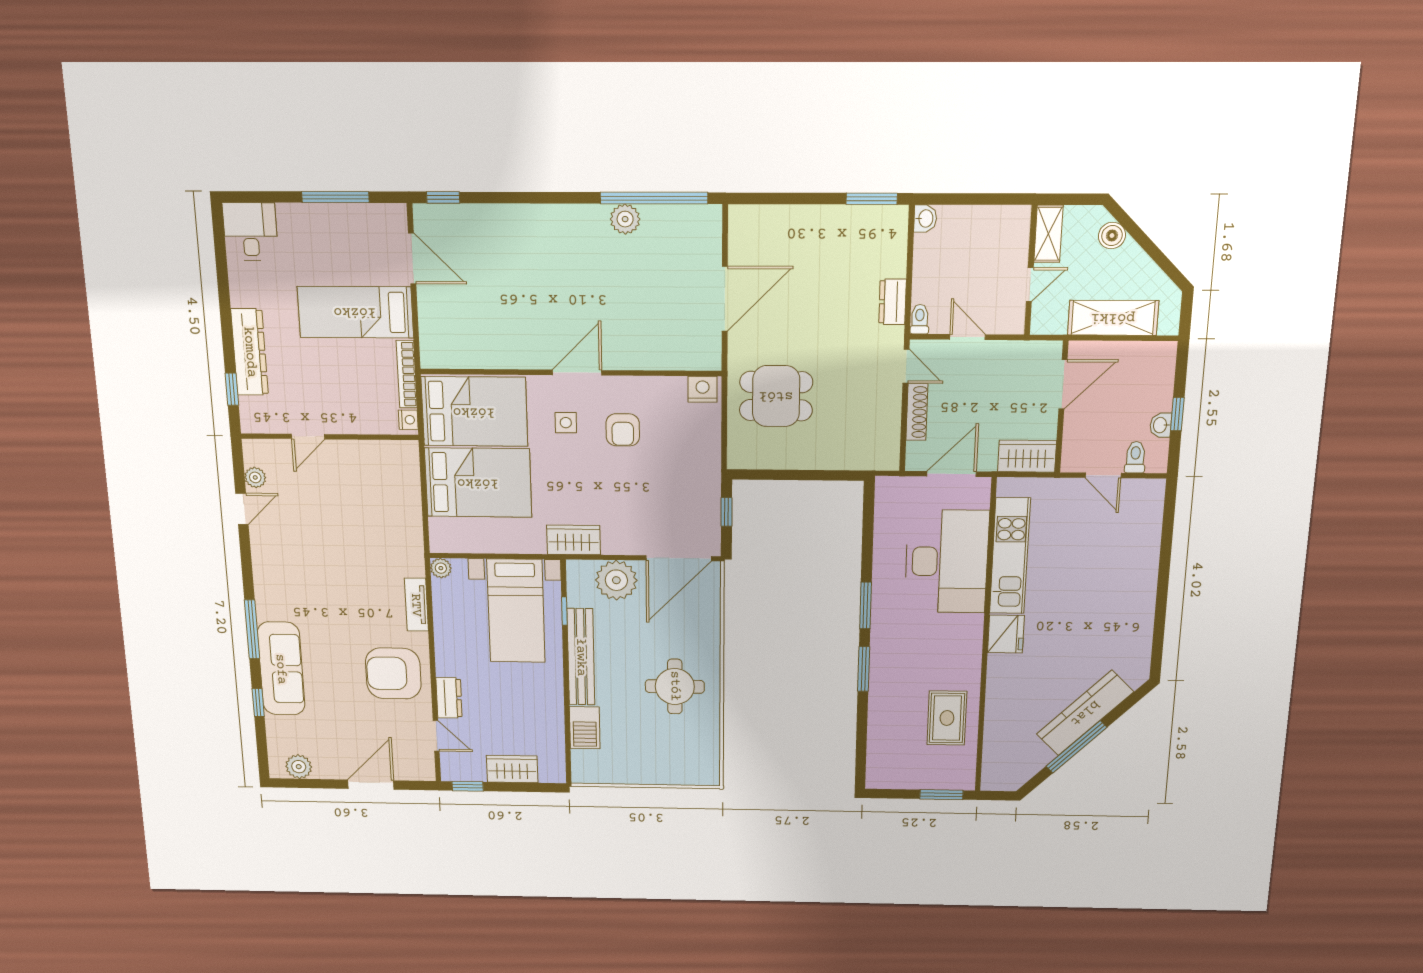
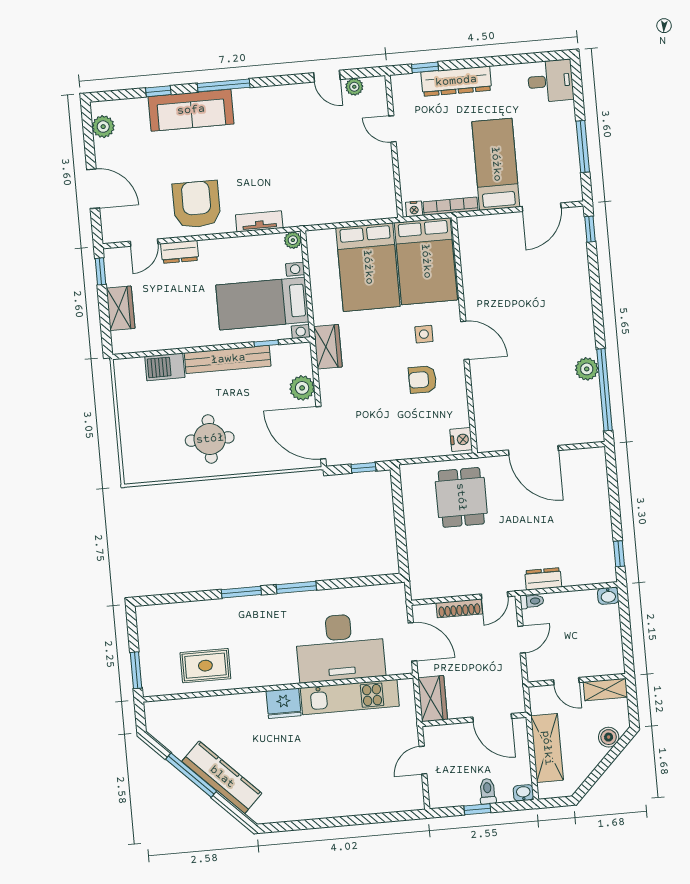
window: (872, 199) -> (619, 554), width x0.67
washbasin: (1161, 425) -> (523, 793), moved
toilet: (1135, 457) -> (488, 791), moved, turned -90
plant: (616, 580) -> (302, 388), width x0.73, depth x0.73

